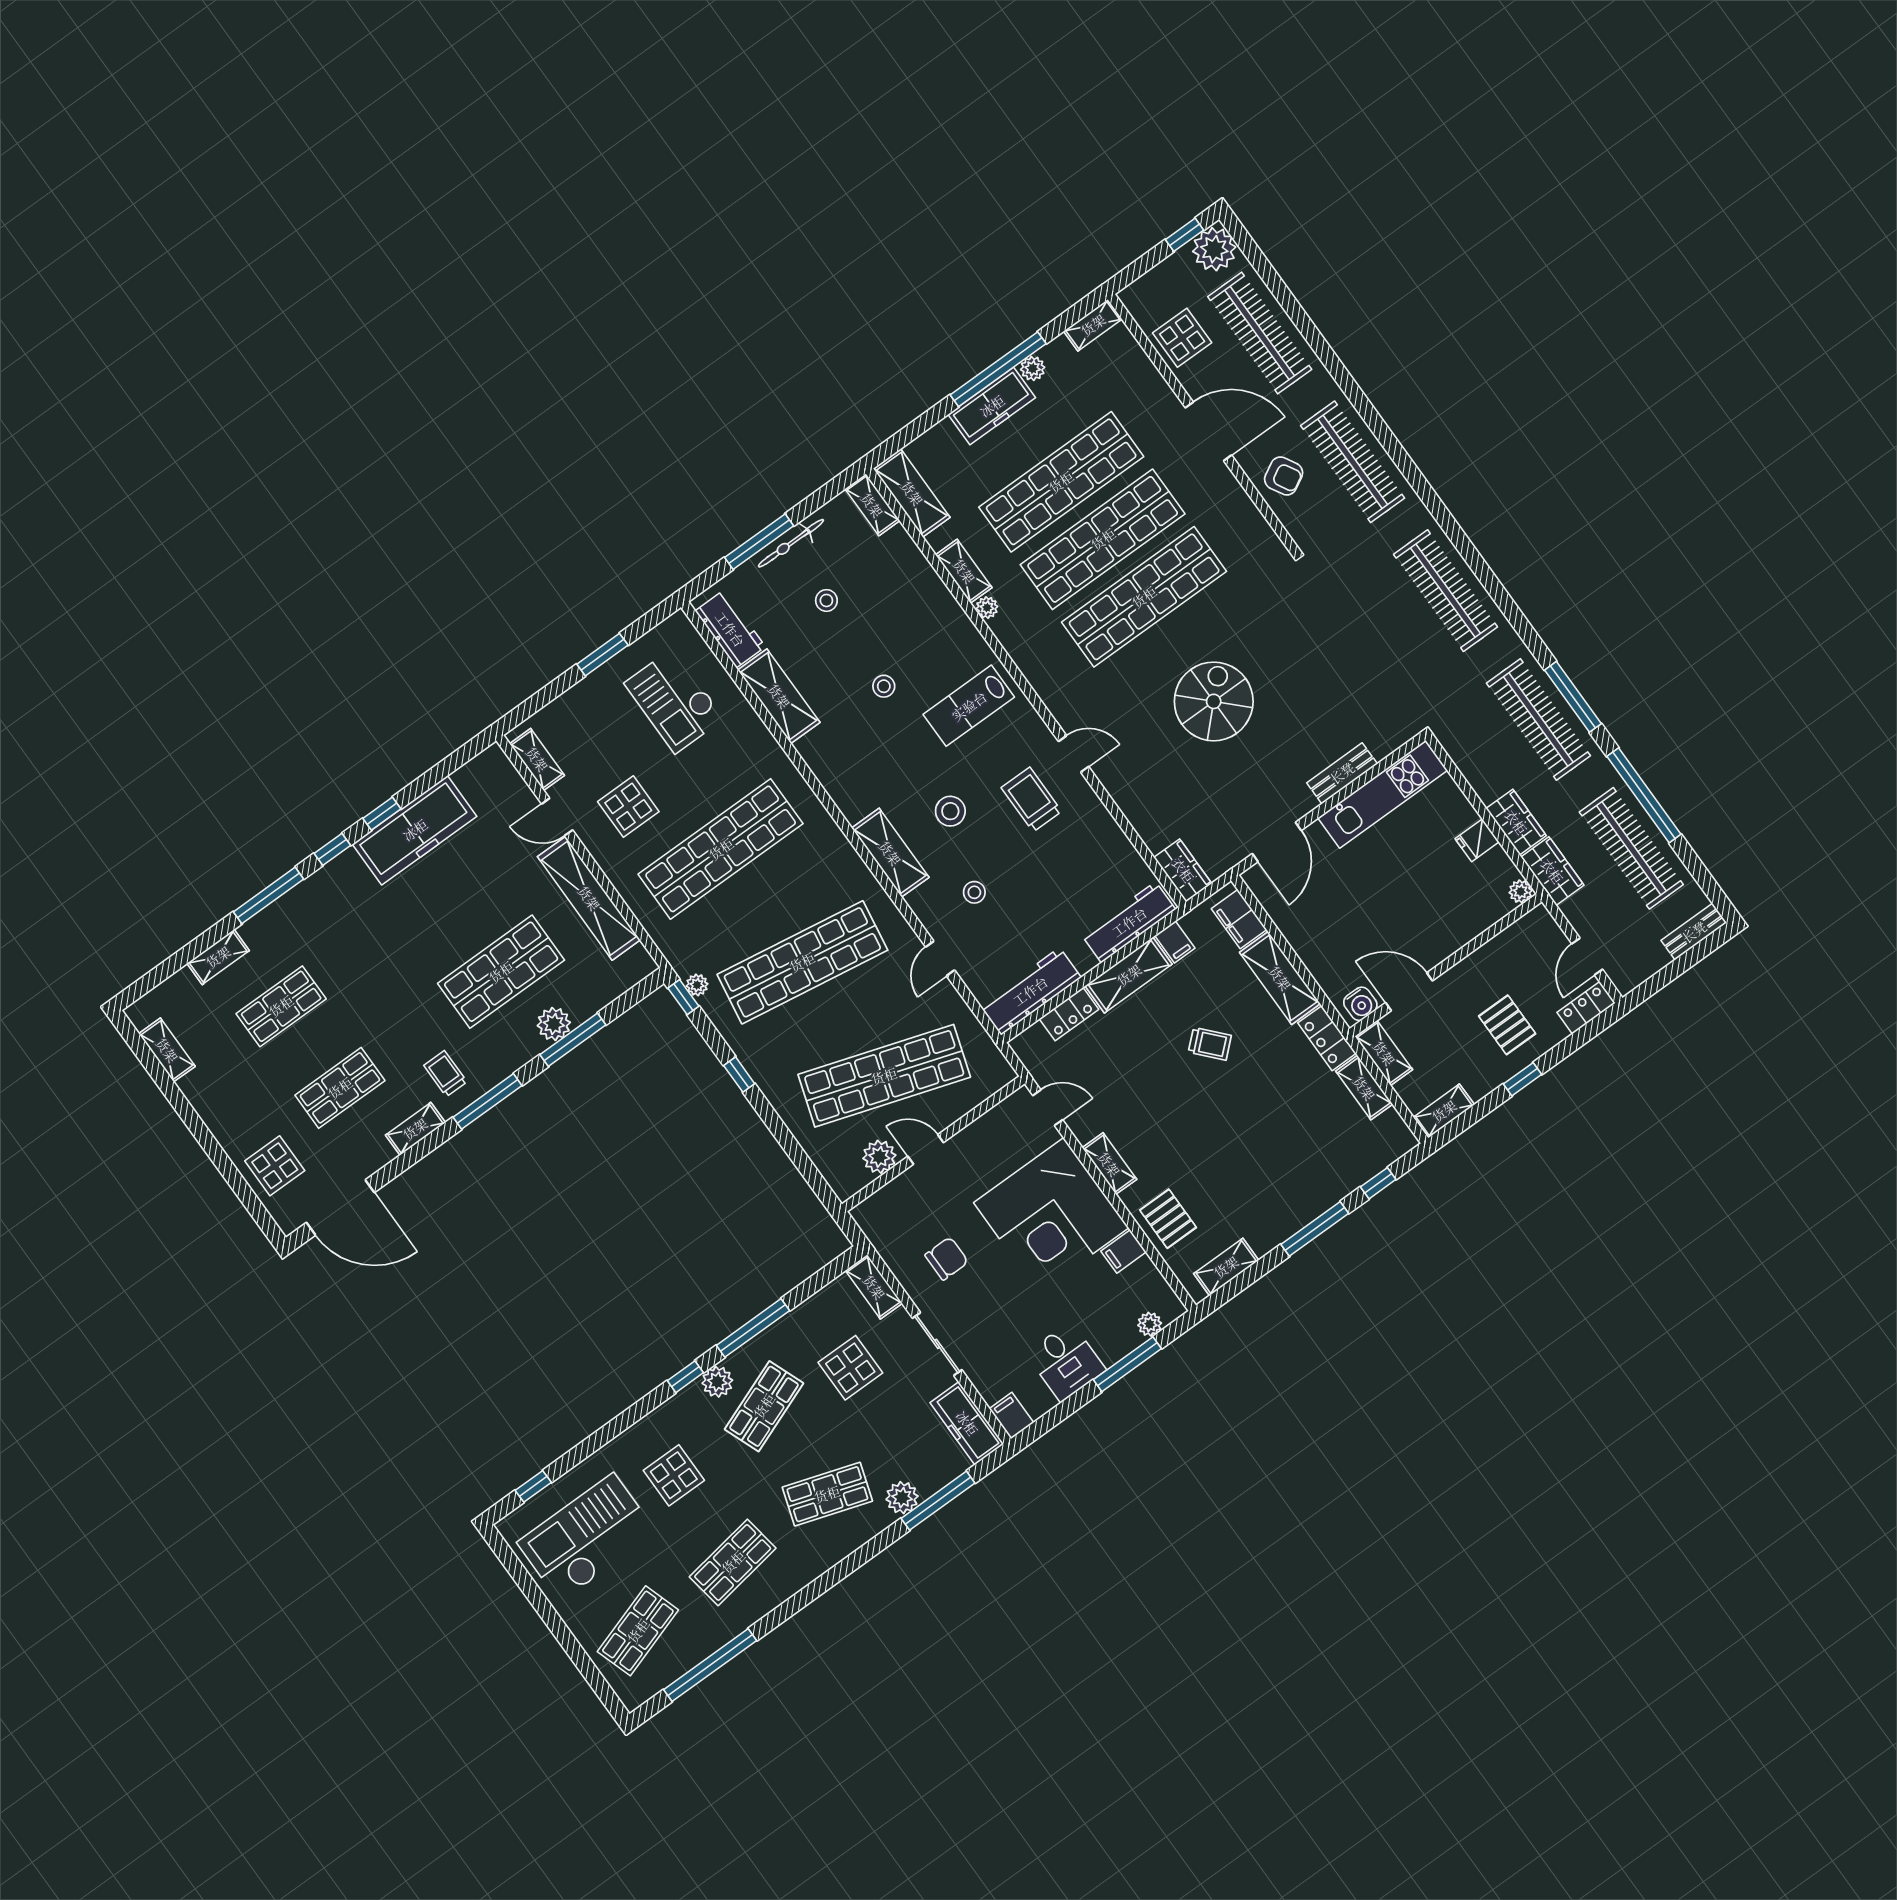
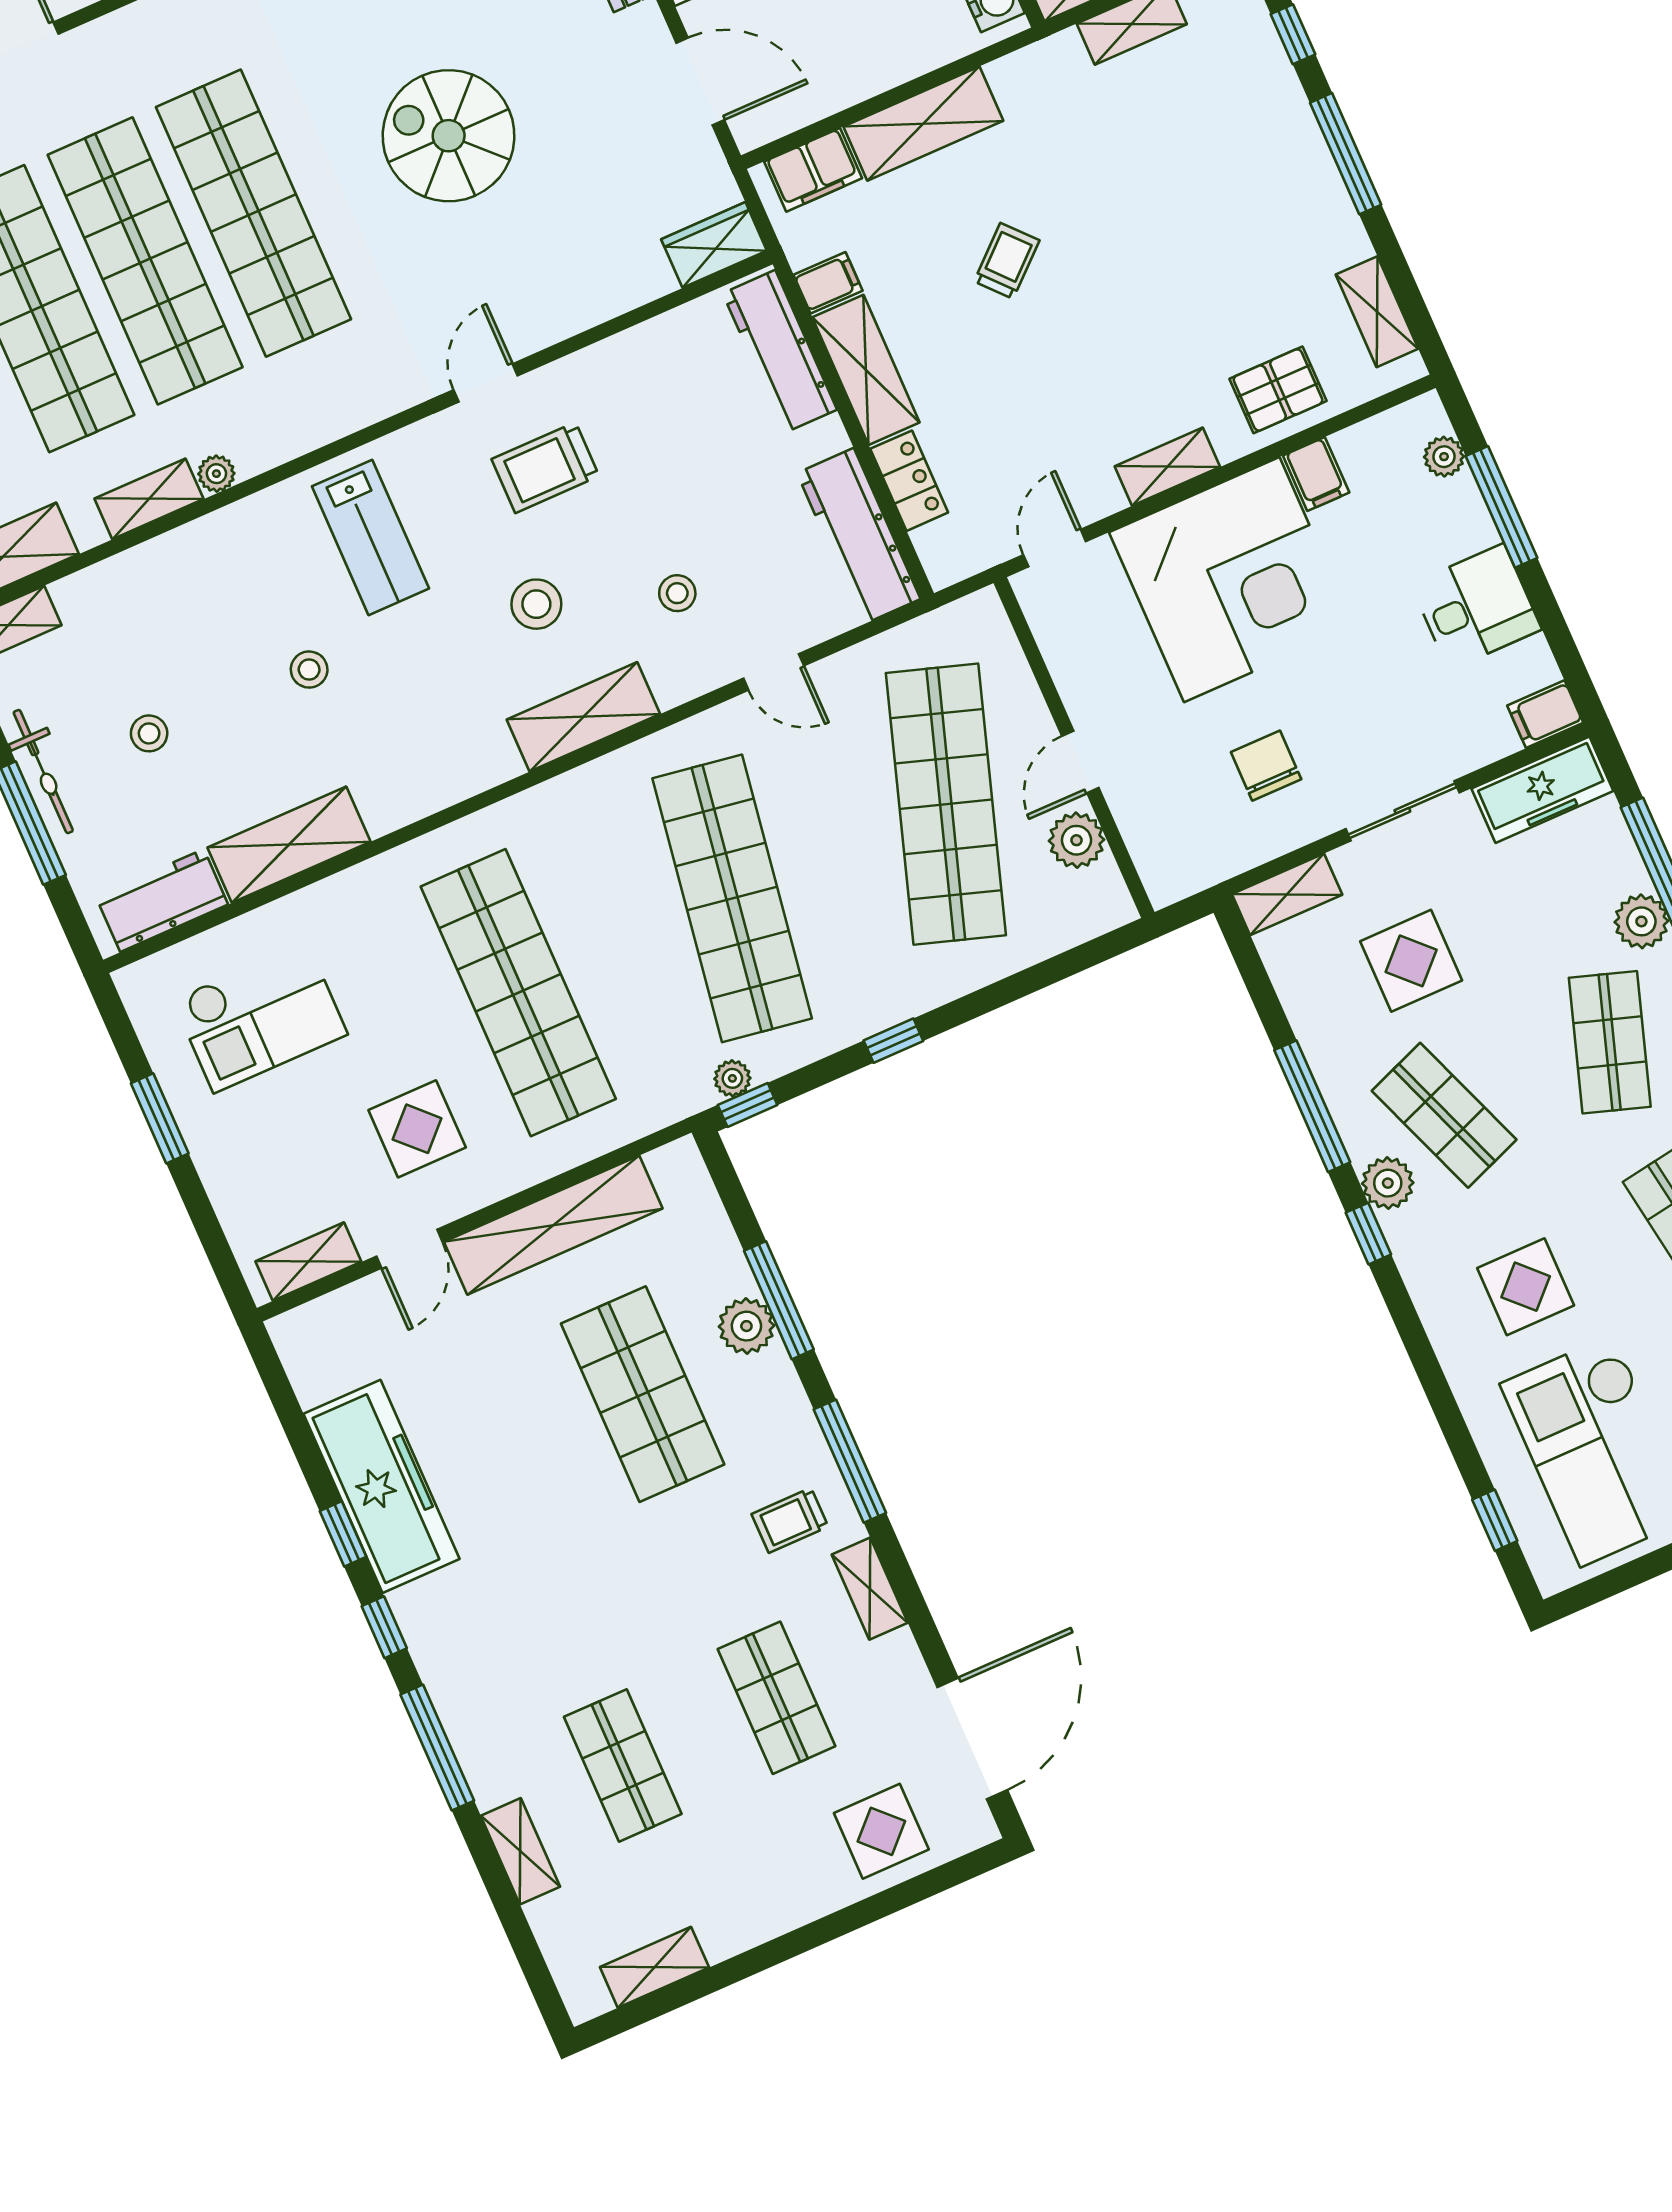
locker: (1327, 1038) -> (1038, 68), removed

